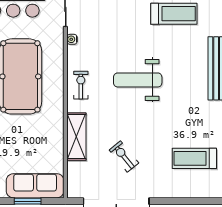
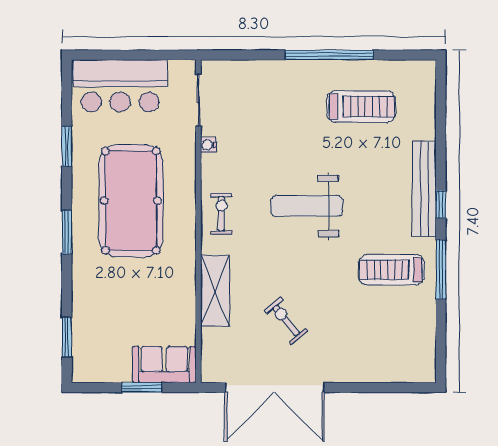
treadmill: (194, 158) -> (391, 270), moved
sofa: (35, 186) -> (164, 365), width x0.73

